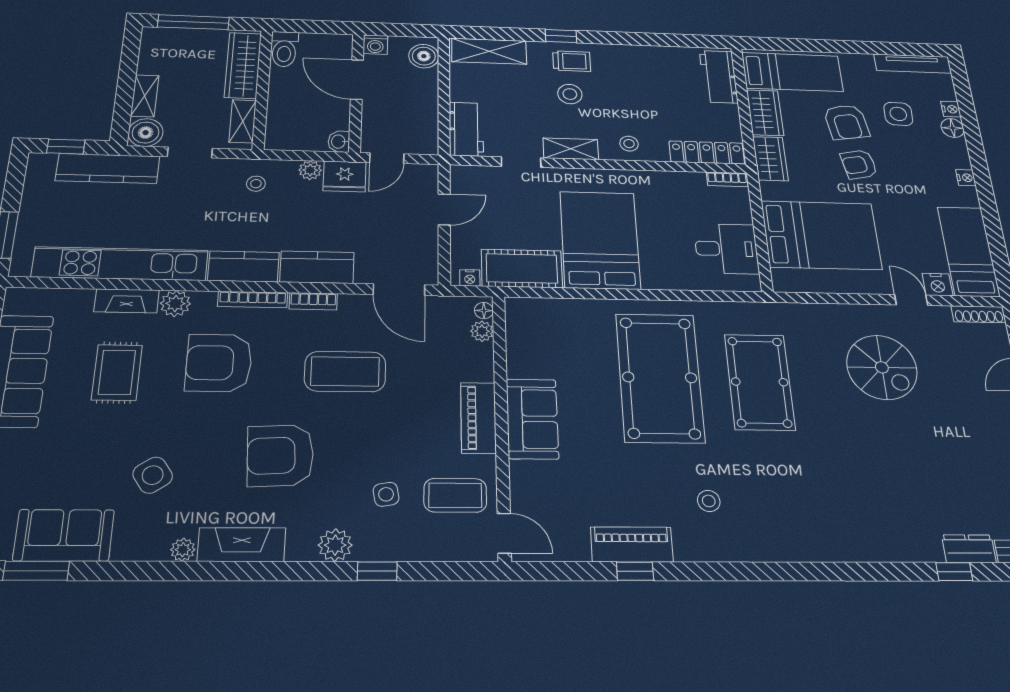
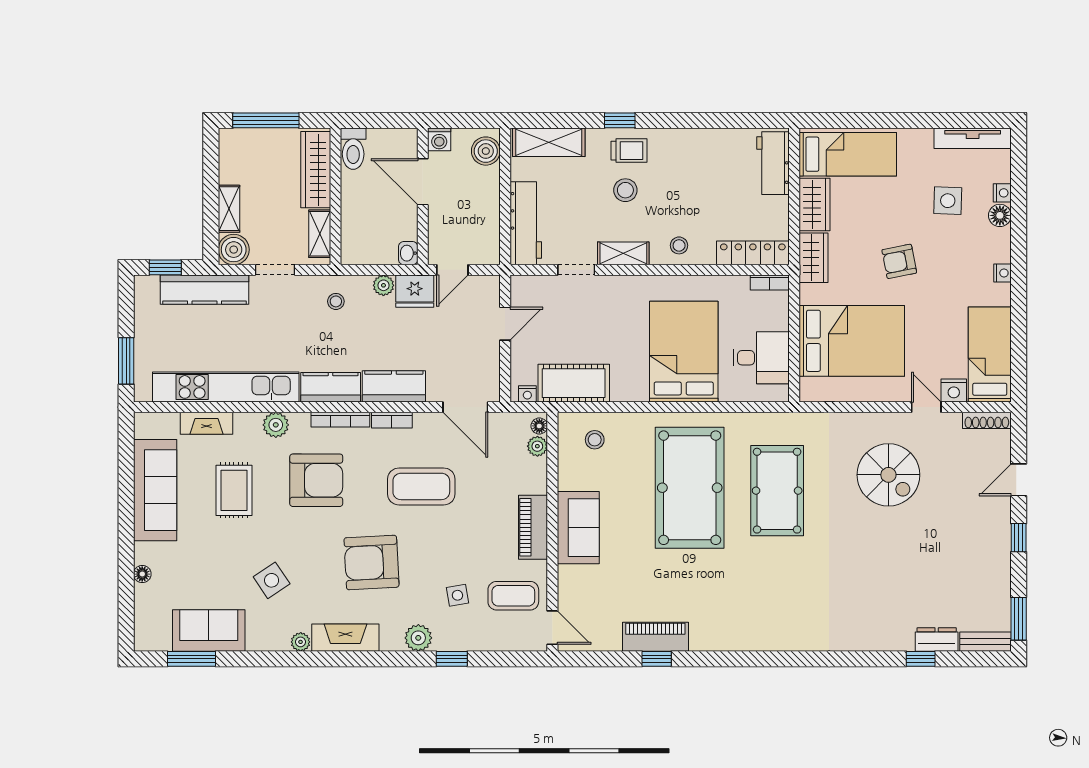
armchair: (846, 122) -> (894, 213), removed
workbench: (466, 129) -> (526, 223), width x1.38
bed: (600, 240) -> (684, 352), moved
fireplace: (127, 301) -> (207, 423), moved
armchair: (219, 363) -> (316, 480), turned 180
stool: (709, 501) -> (595, 440), moved

